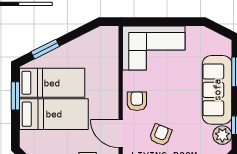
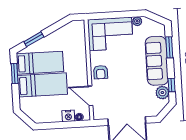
plant: (193, 32) -> (137, 21), added
armchair: (137, 101) -> (101, 72), turned 180
armchair: (160, 135) -> (119, 95), removed

